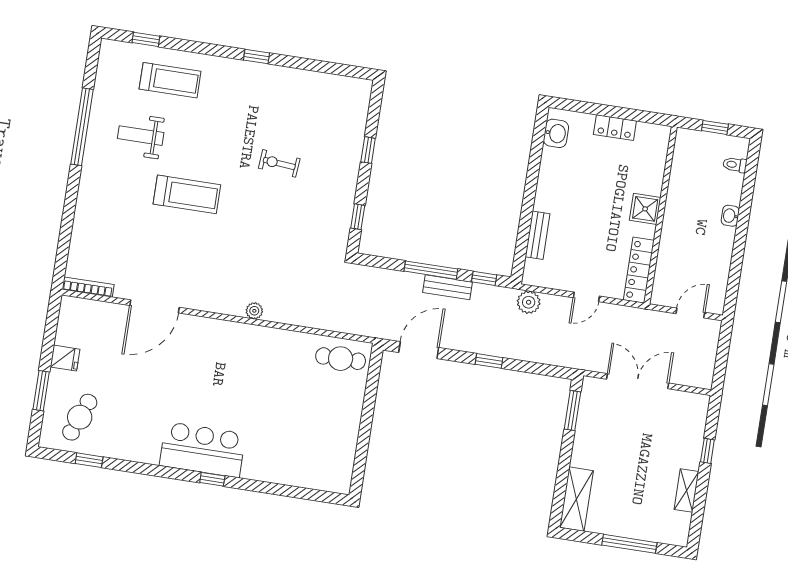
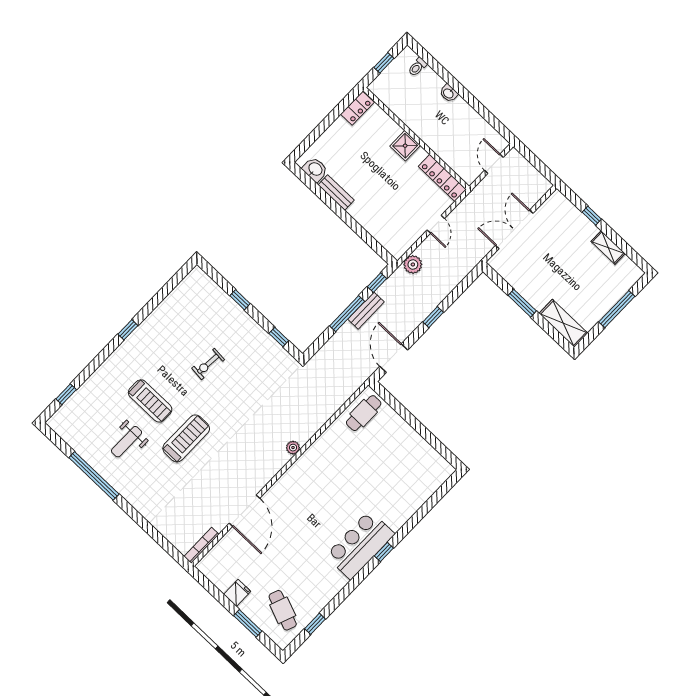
treadmill: (170, 80) -> (150, 401), moved, turned 90
locker: (615, 128) -> (357, 108), moved
bench: (538, 235) -> (336, 193), moved
window: (572, 410) -> (522, 303), moved

